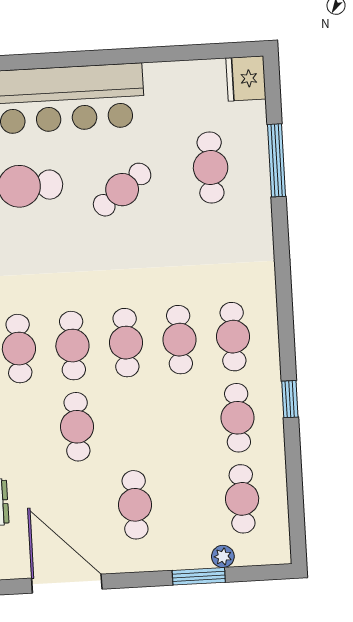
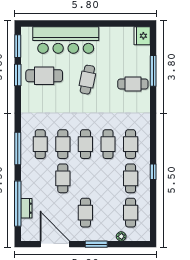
cafe table: (211, 167) -> (133, 84), moved, turned 90
cafe table: (122, 190) -> (87, 80), turned -41
window: (199, 576) -> (96, 244), moved

